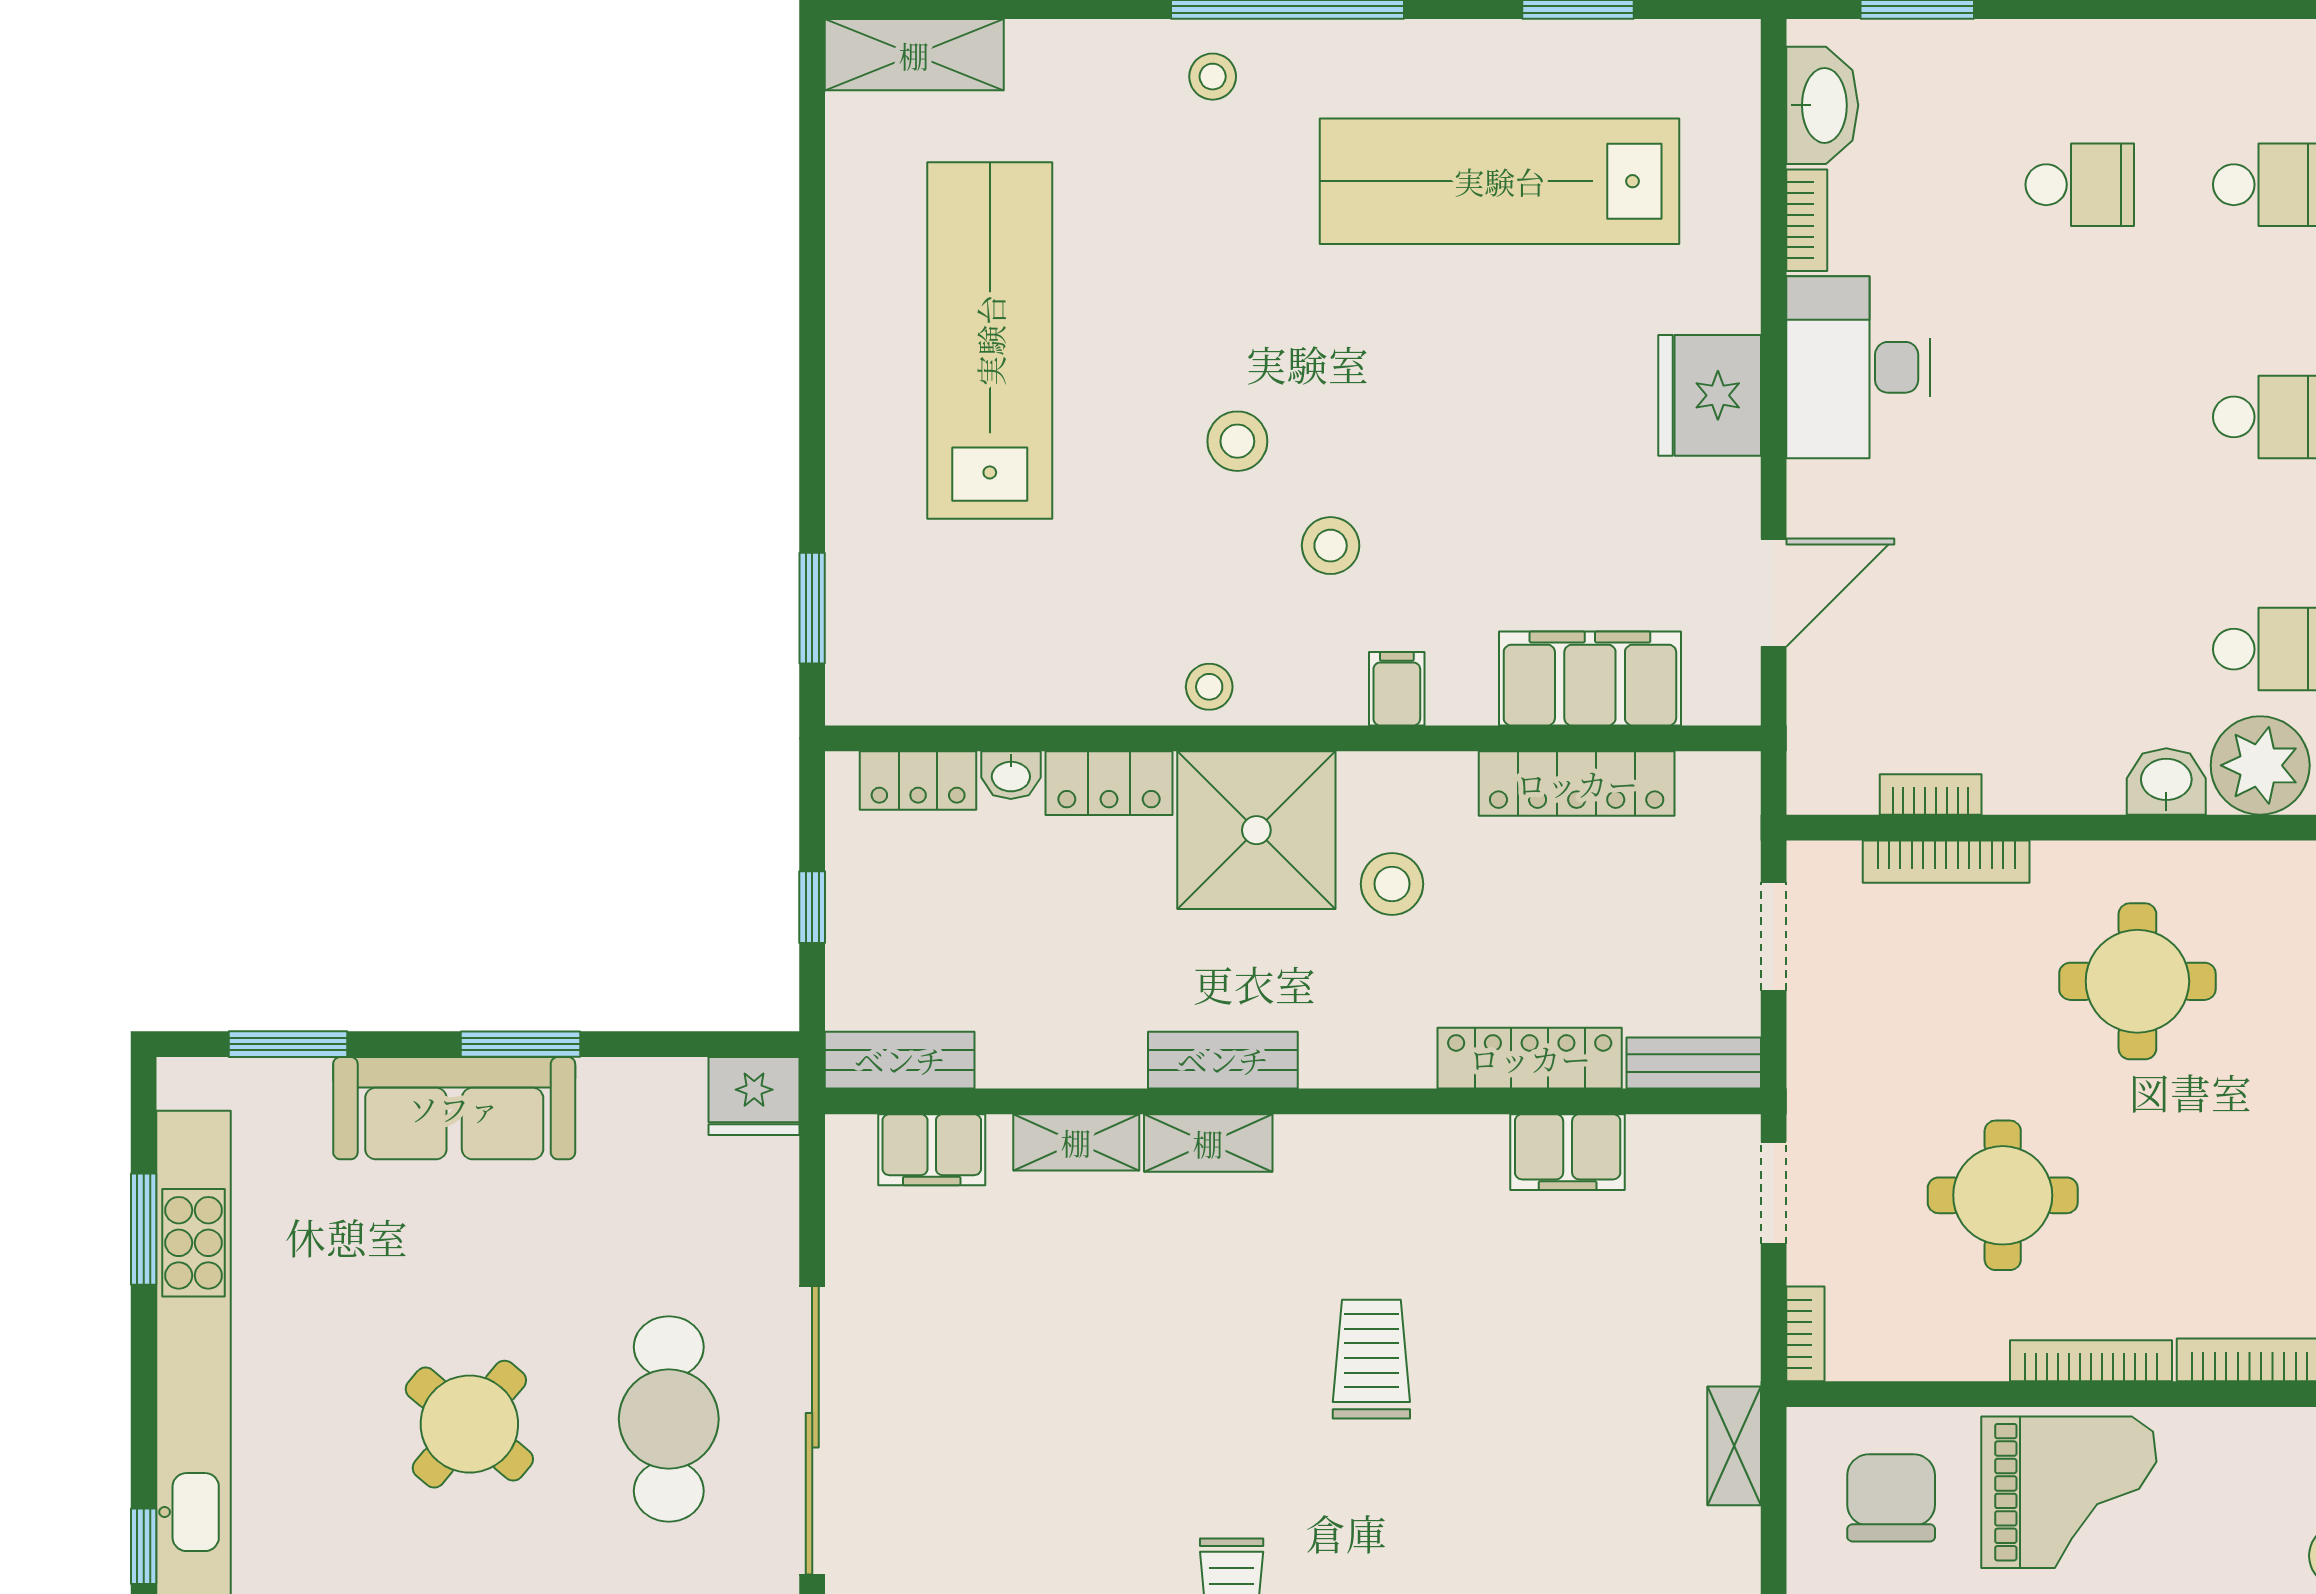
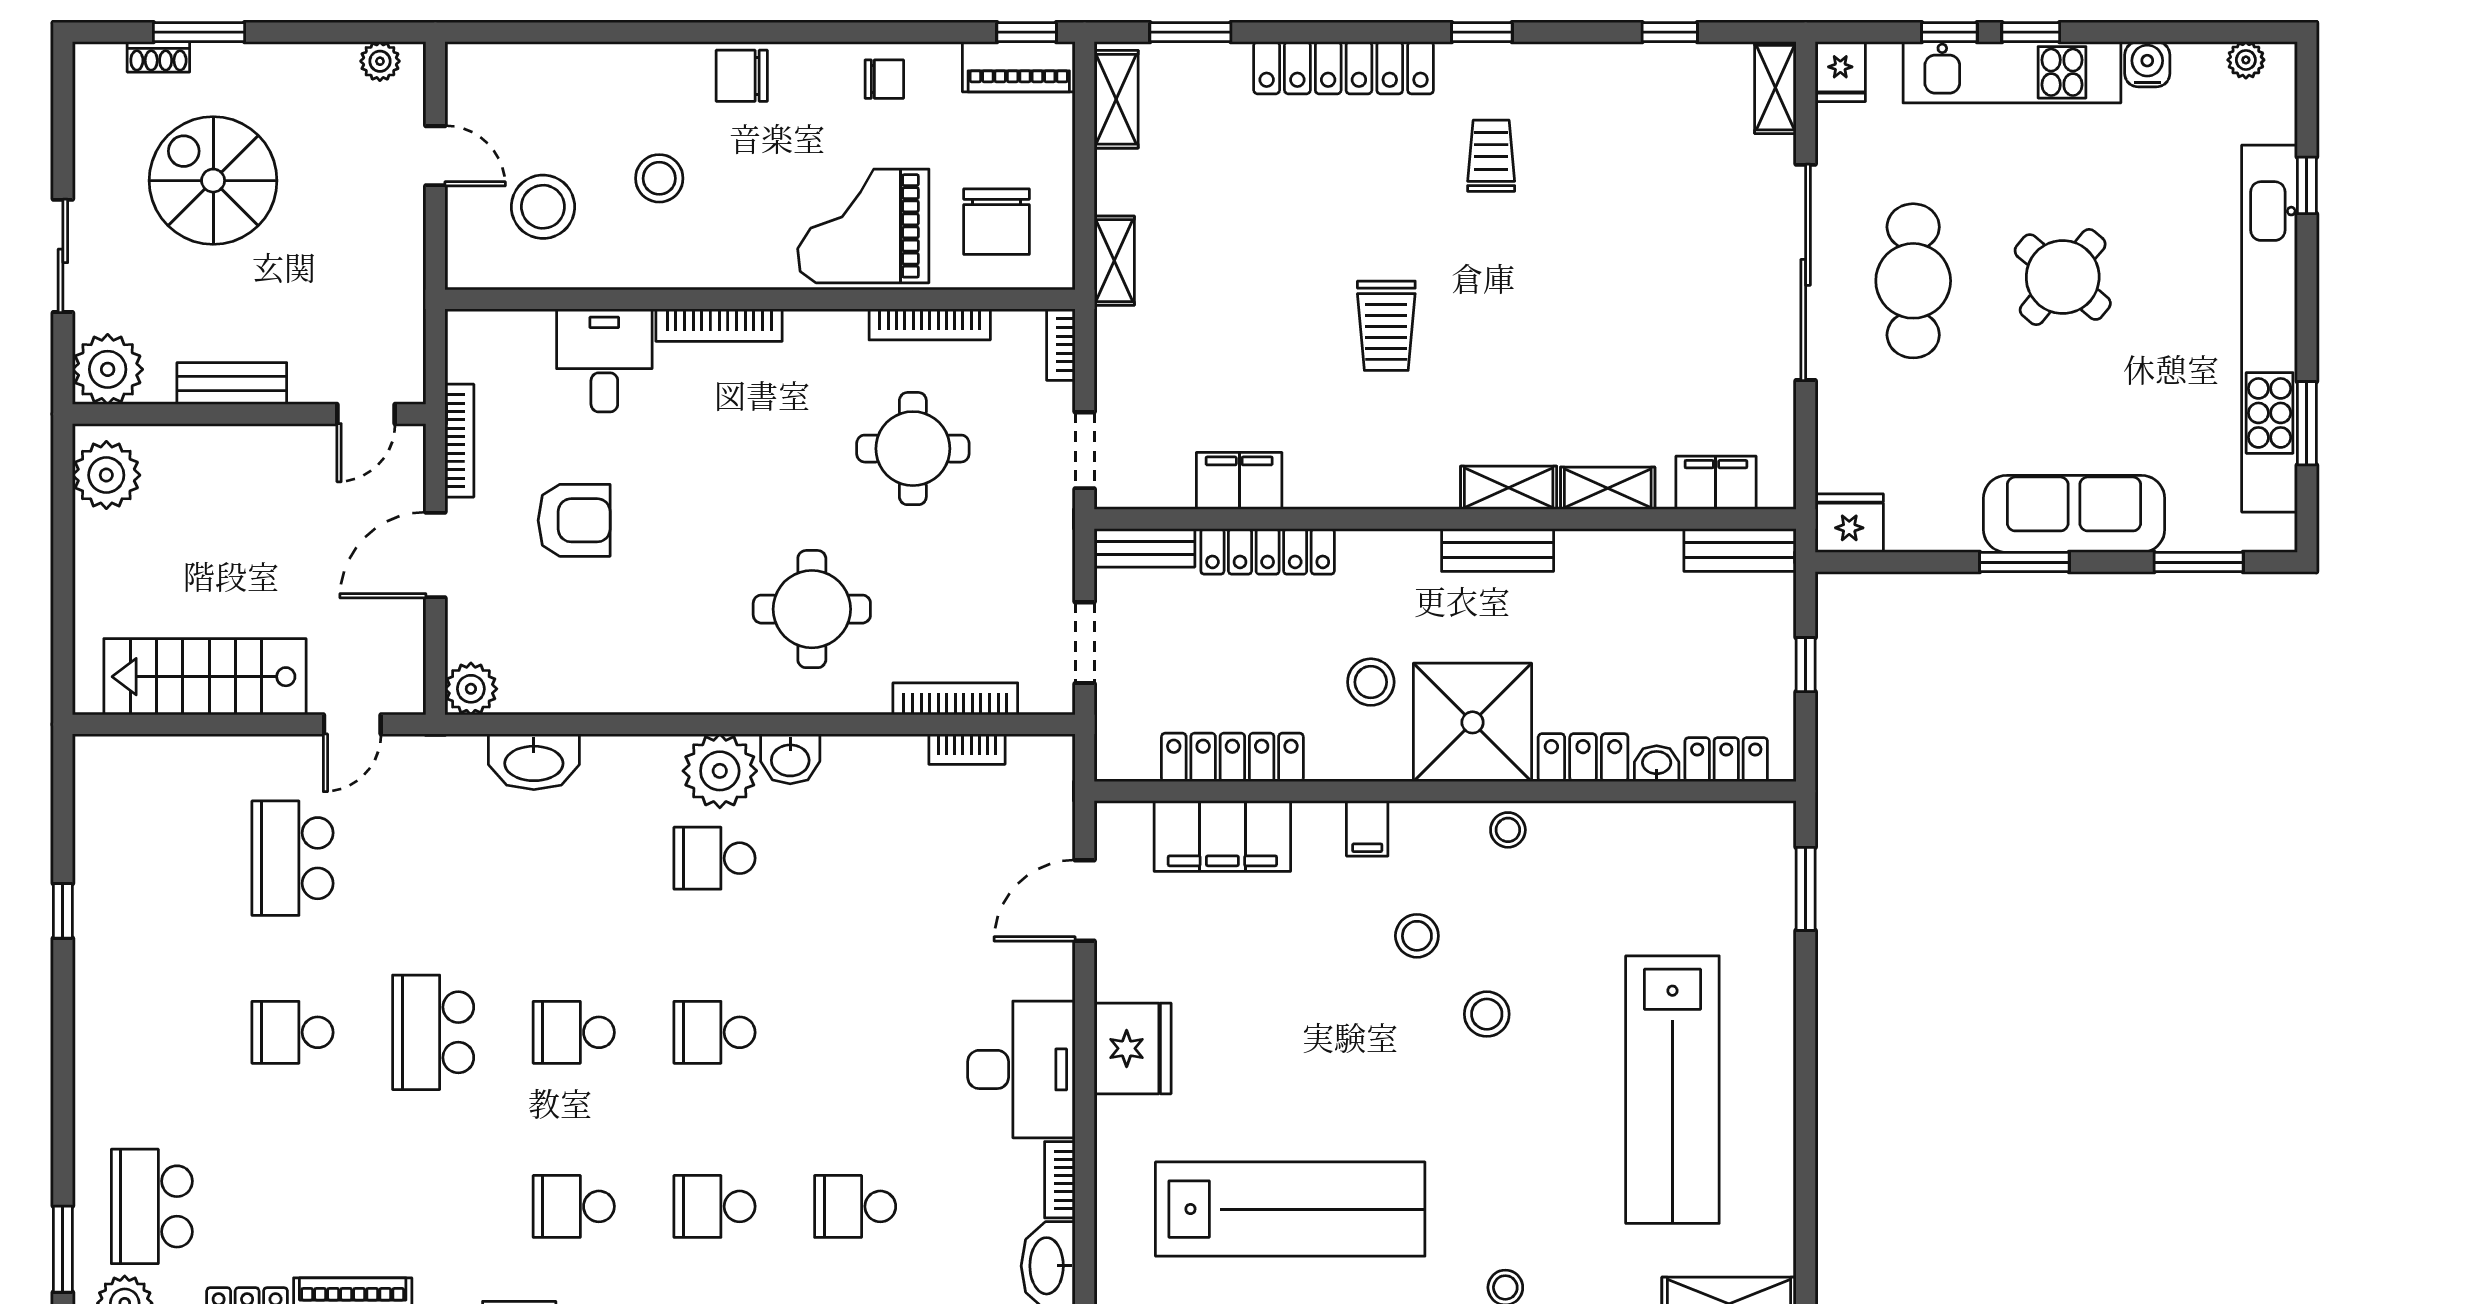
bookcase: (2091, 1361) -> (930, 324), moved

